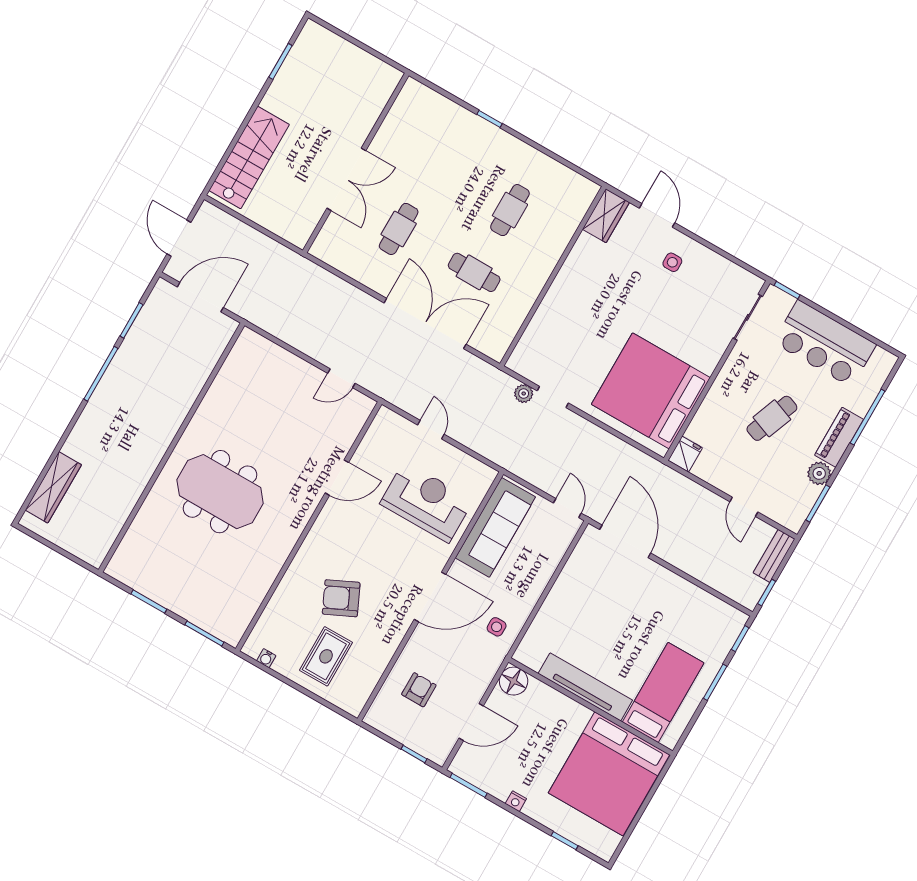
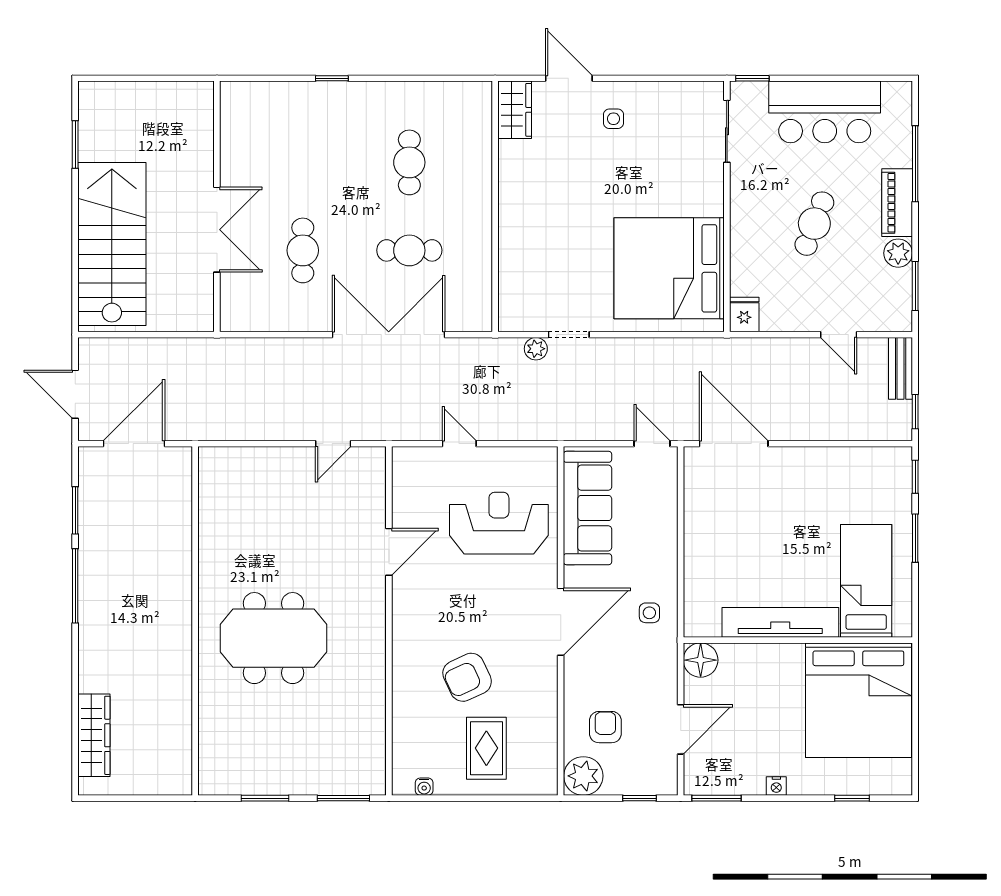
stairs: (249, 158) -> (112, 244), width x1.36, depth x1.51
plant: (383, 715) -> (583, 776), added

